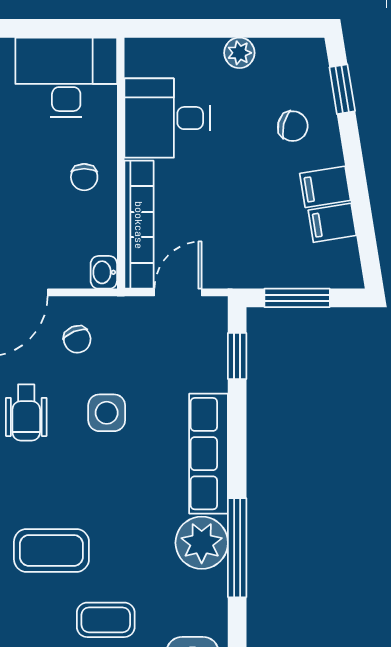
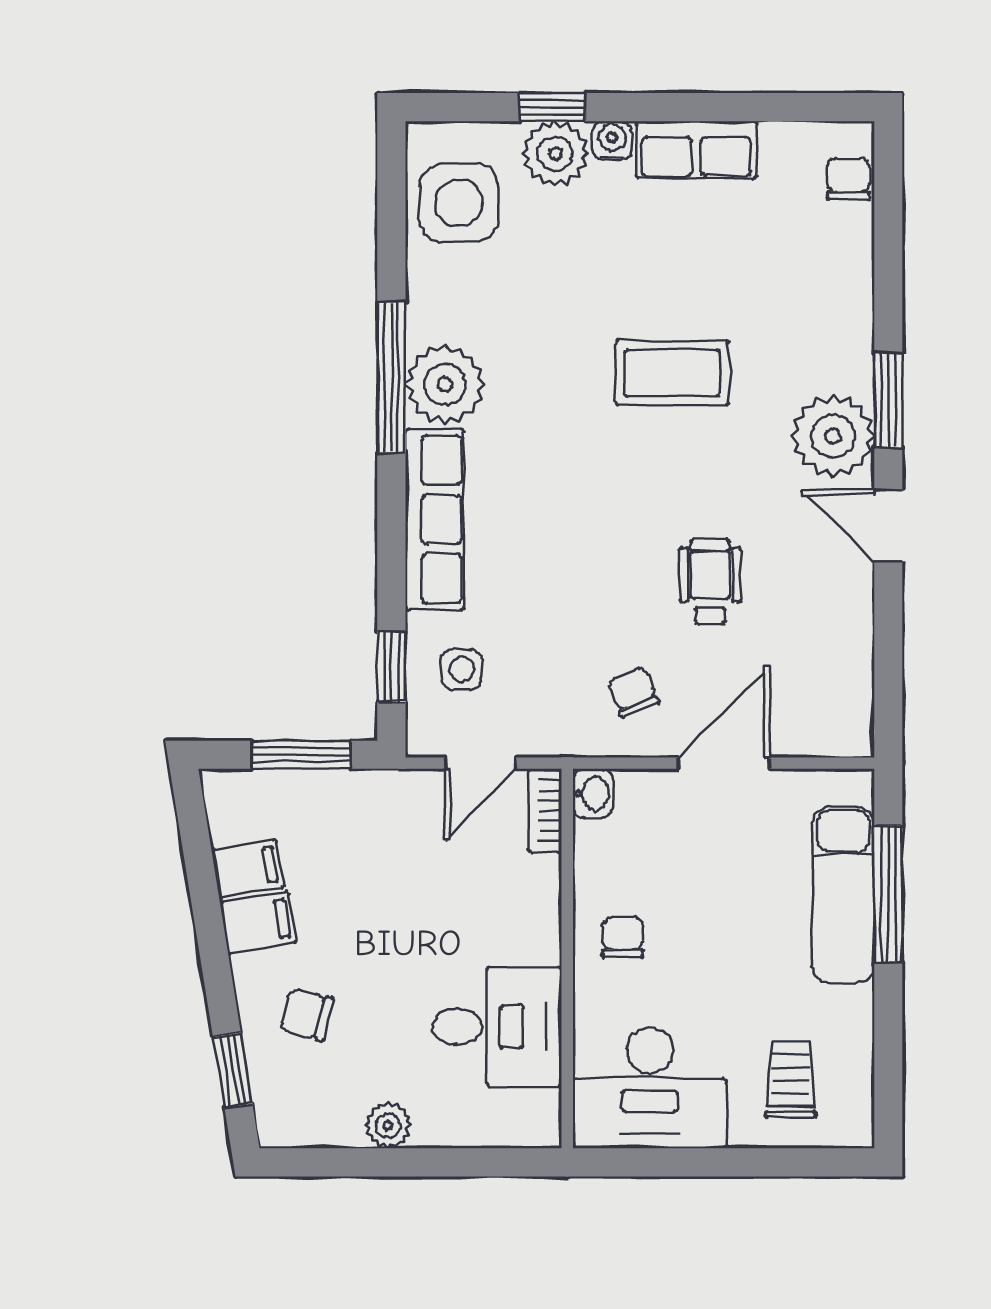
bookcase: (139, 225) -> (545, 811), width x0.43, depth x0.76
side table: (107, 413) -> (462, 670), moved, width x0.73, depth x0.73
coffee table: (106, 620) -> (590, 268), removed

